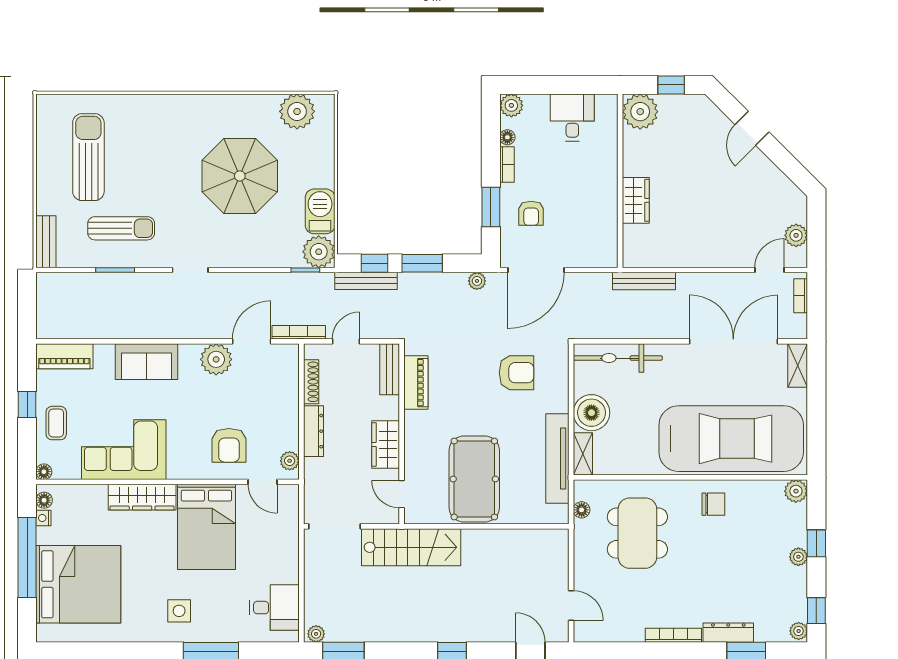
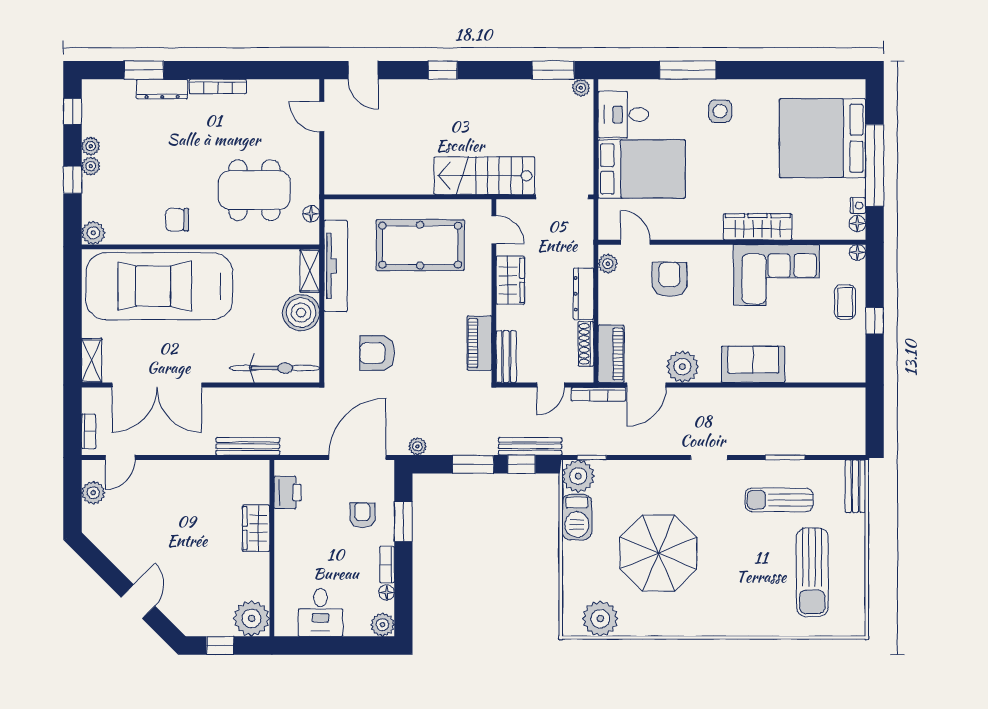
printer: (605, 236) -> (288, 492), added
piano: (64, 356) -> (611, 354), moved, turned 90
pool table: (474, 479) -> (420, 245), turned 90
bed: (206, 527) -> (642, 169), moved, turned 90
dining table: (637, 533) -> (254, 190), turned 90
plant: (799, 631) -> (91, 146), moved

